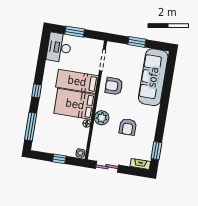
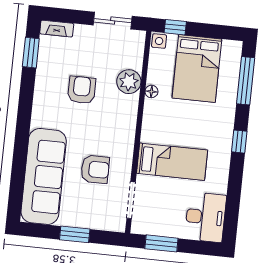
window: (75, 32) -> (161, 243), moved
armchair: (114, 86) -> (95, 169), moved
bed: (75, 104) -> (197, 68), moved, turned 90
plant: (102, 118) -> (129, 82), moved
window: (59, 159) -> (175, 27), moved

